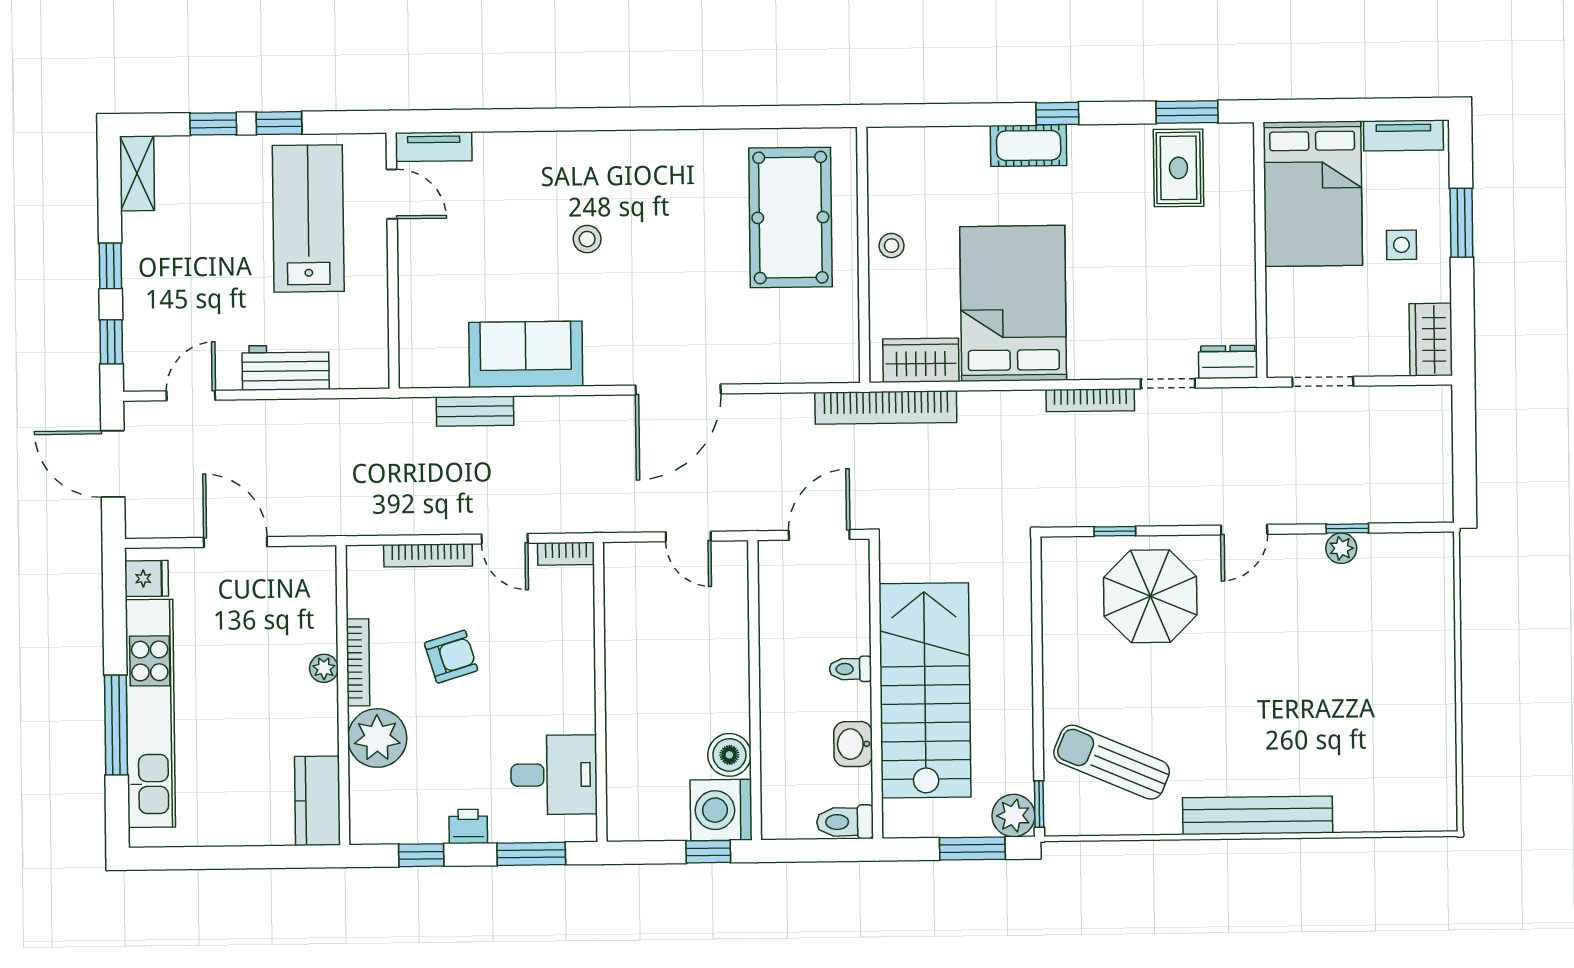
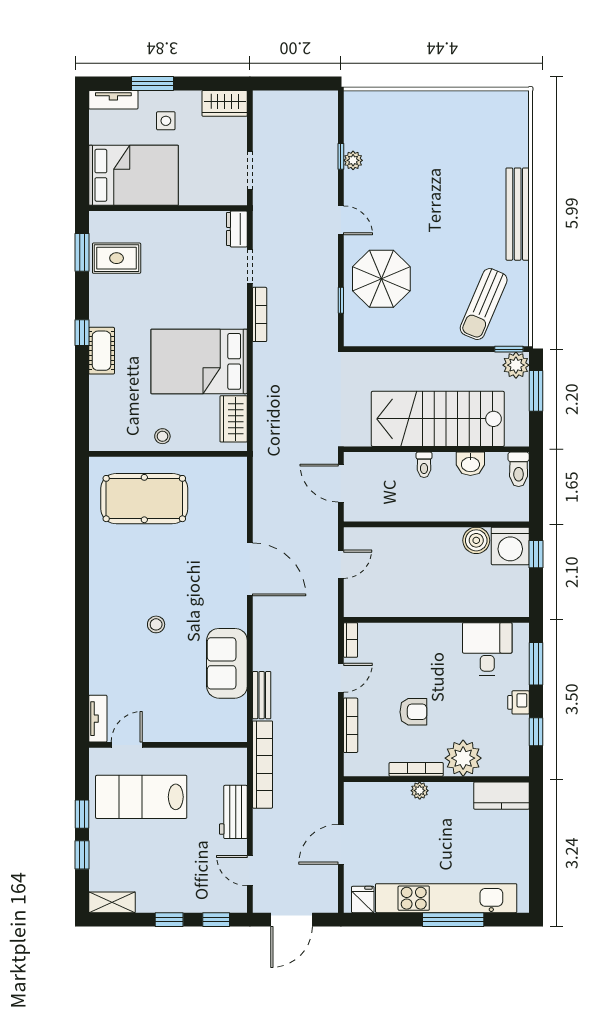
tv unit: (1403, 135) -> (113, 100), moved, turned 90
bookcase: (886, 407) -> (262, 765), moved
armchair: (451, 657) -> (413, 712), turned 107

